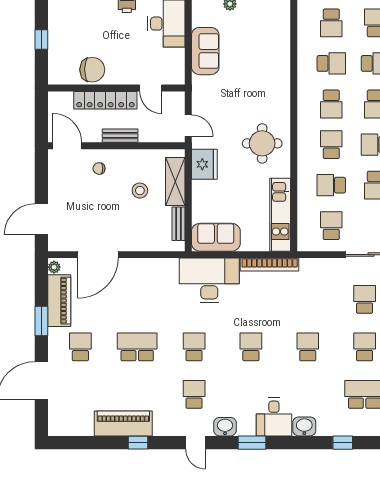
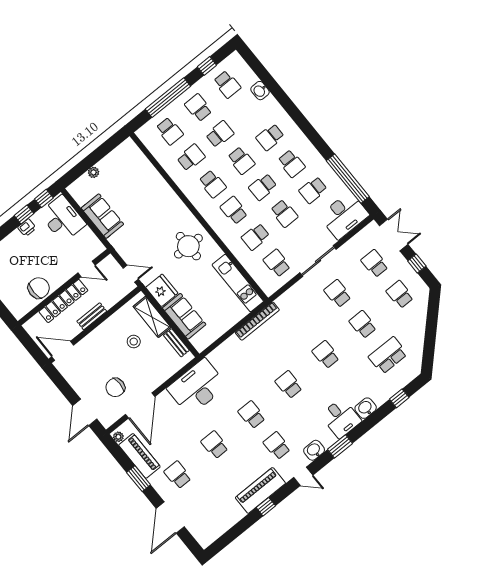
chair: (99, 168) -> (115, 387), moved, width x1.87, depth x1.87
sofa: (216, 237) -> (184, 316), moved, turned 90
desk: (209, 280) -> (197, 387), moved
school desk: (137, 347) -> (215, 445), width x0.54
piano: (123, 423) -> (260, 490), moved

